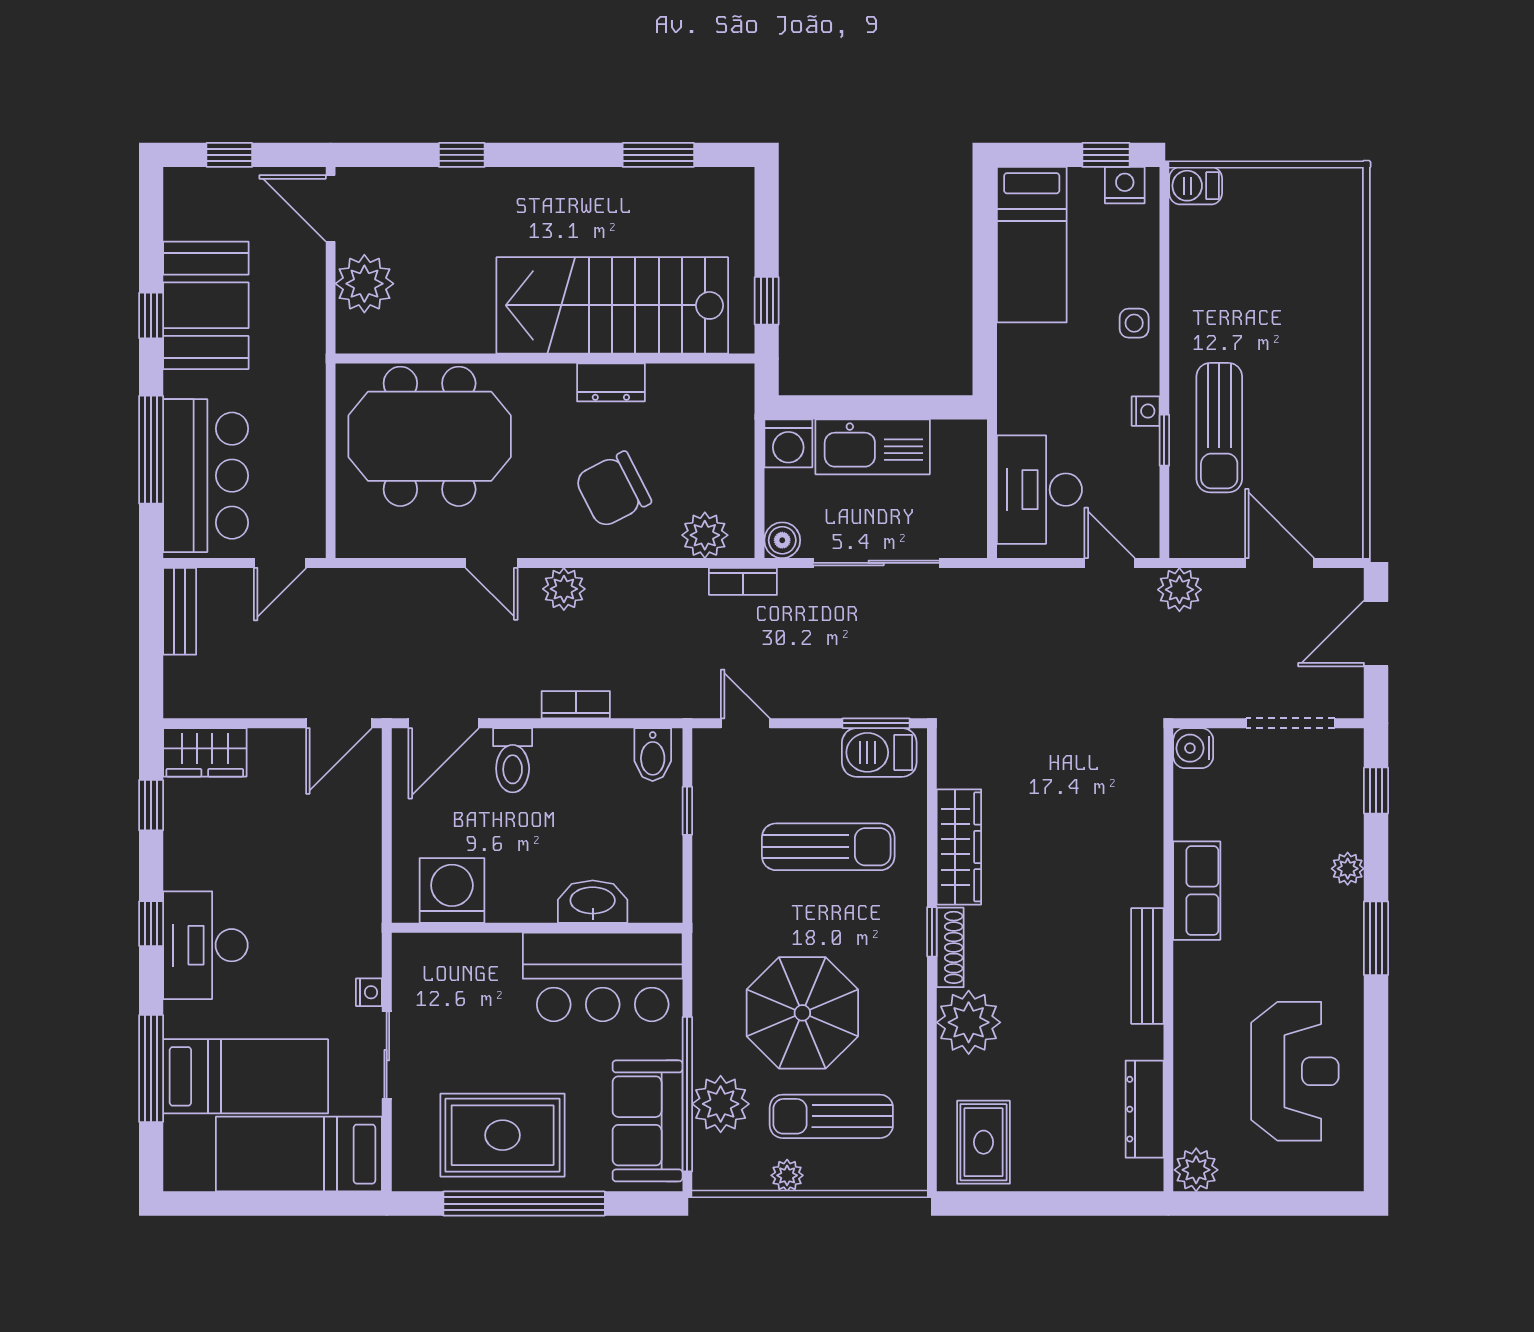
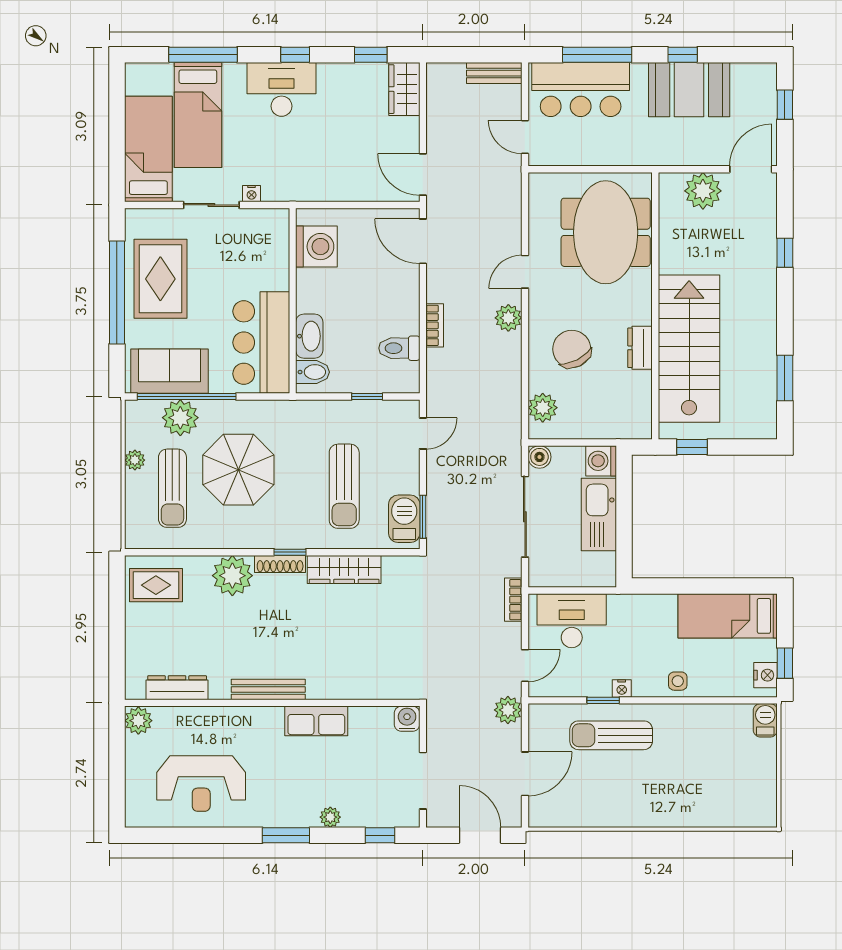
bookcase: (743, 581) -> (513, 600), moved
bidet: (653, 755) -> (313, 372), moved, turned 180
toilet: (513, 760) -> (399, 348), moved
sun lounger: (831, 1116) -> (172, 488), turned 180

